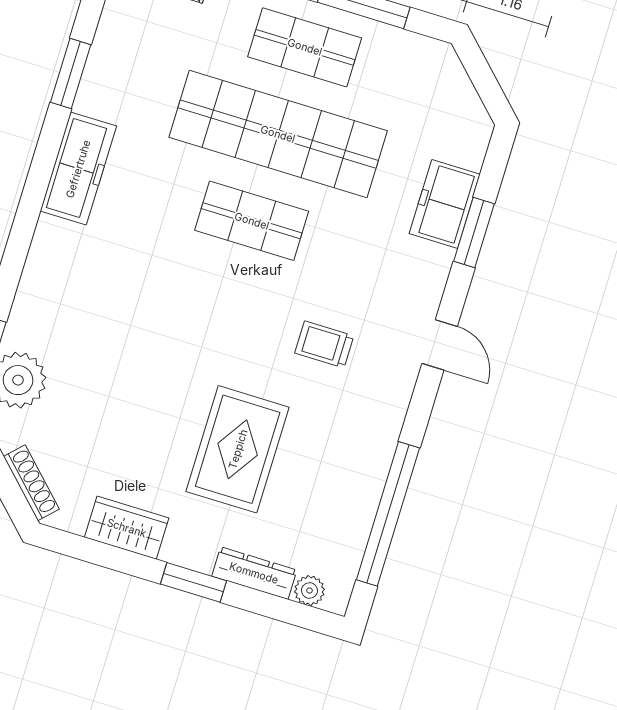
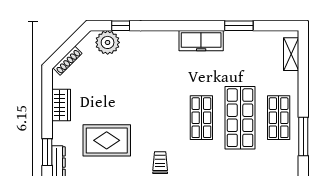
shop shelf: (278, 134) -> (240, 118), width x0.71
window: (193, 582) -> (47, 152), moved

